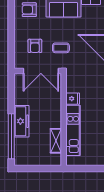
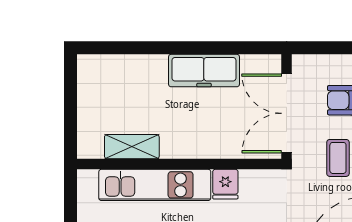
freezer: (22, 121) -> (204, 71), moved
window: (11, 136) -> (142, 48), removed

